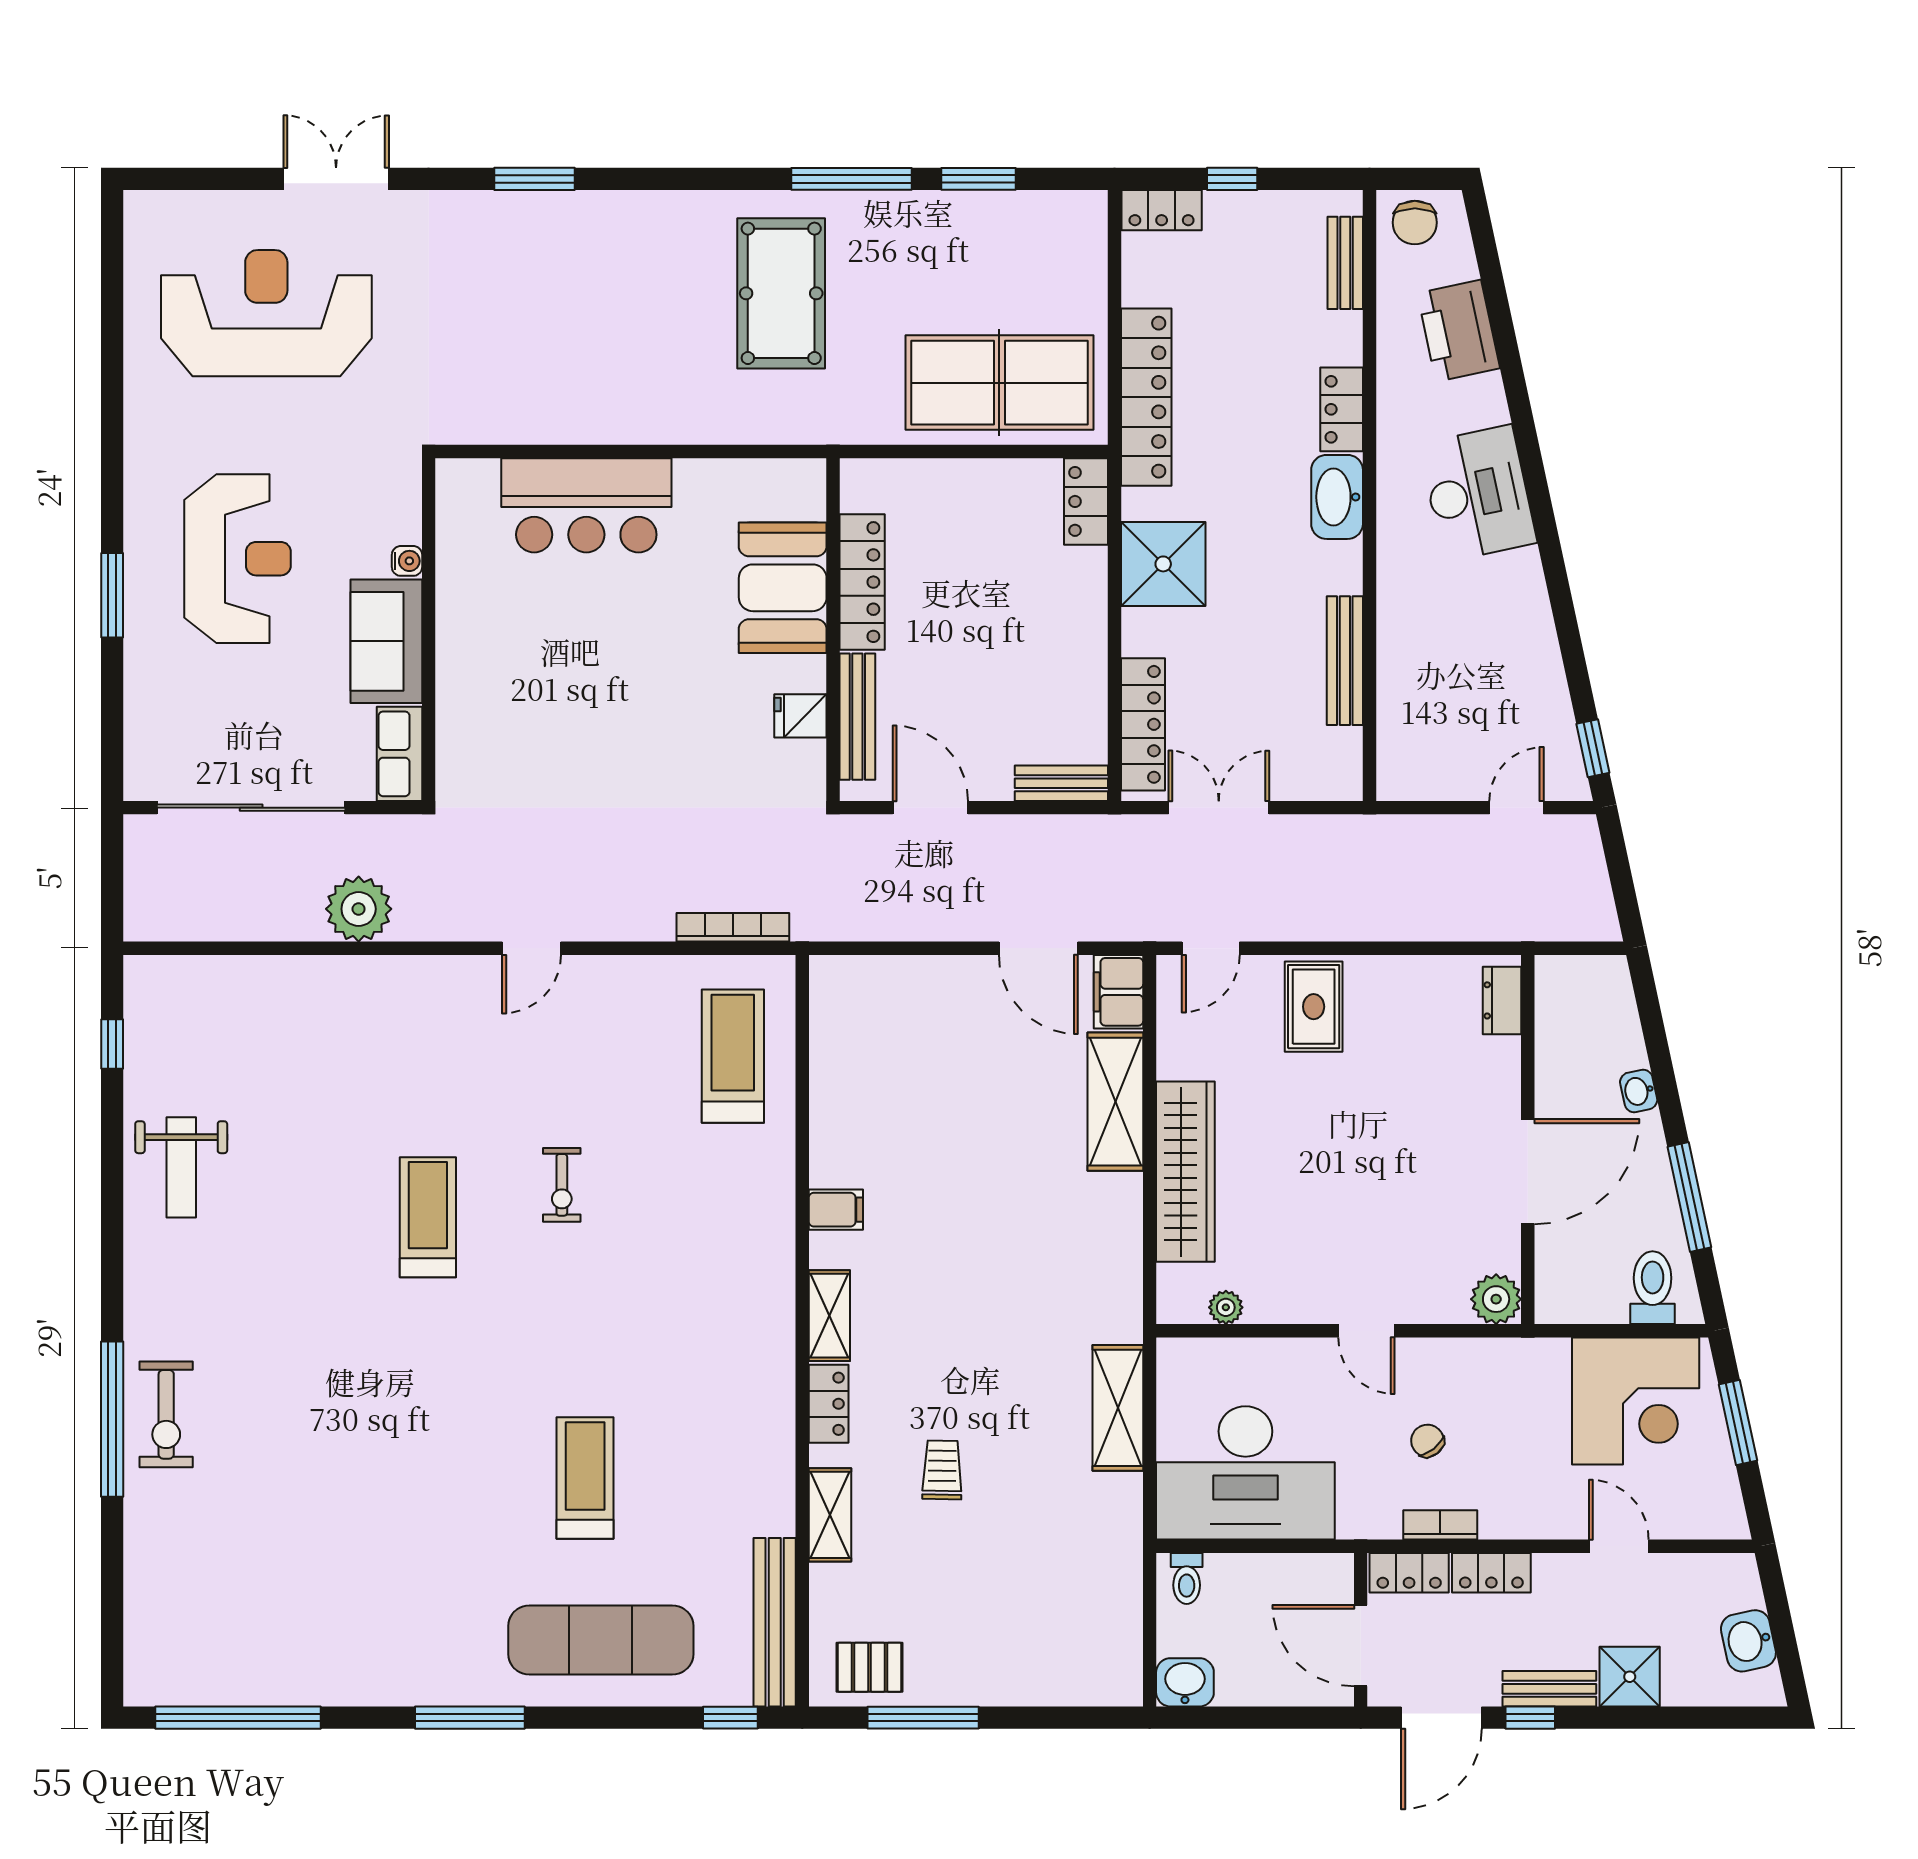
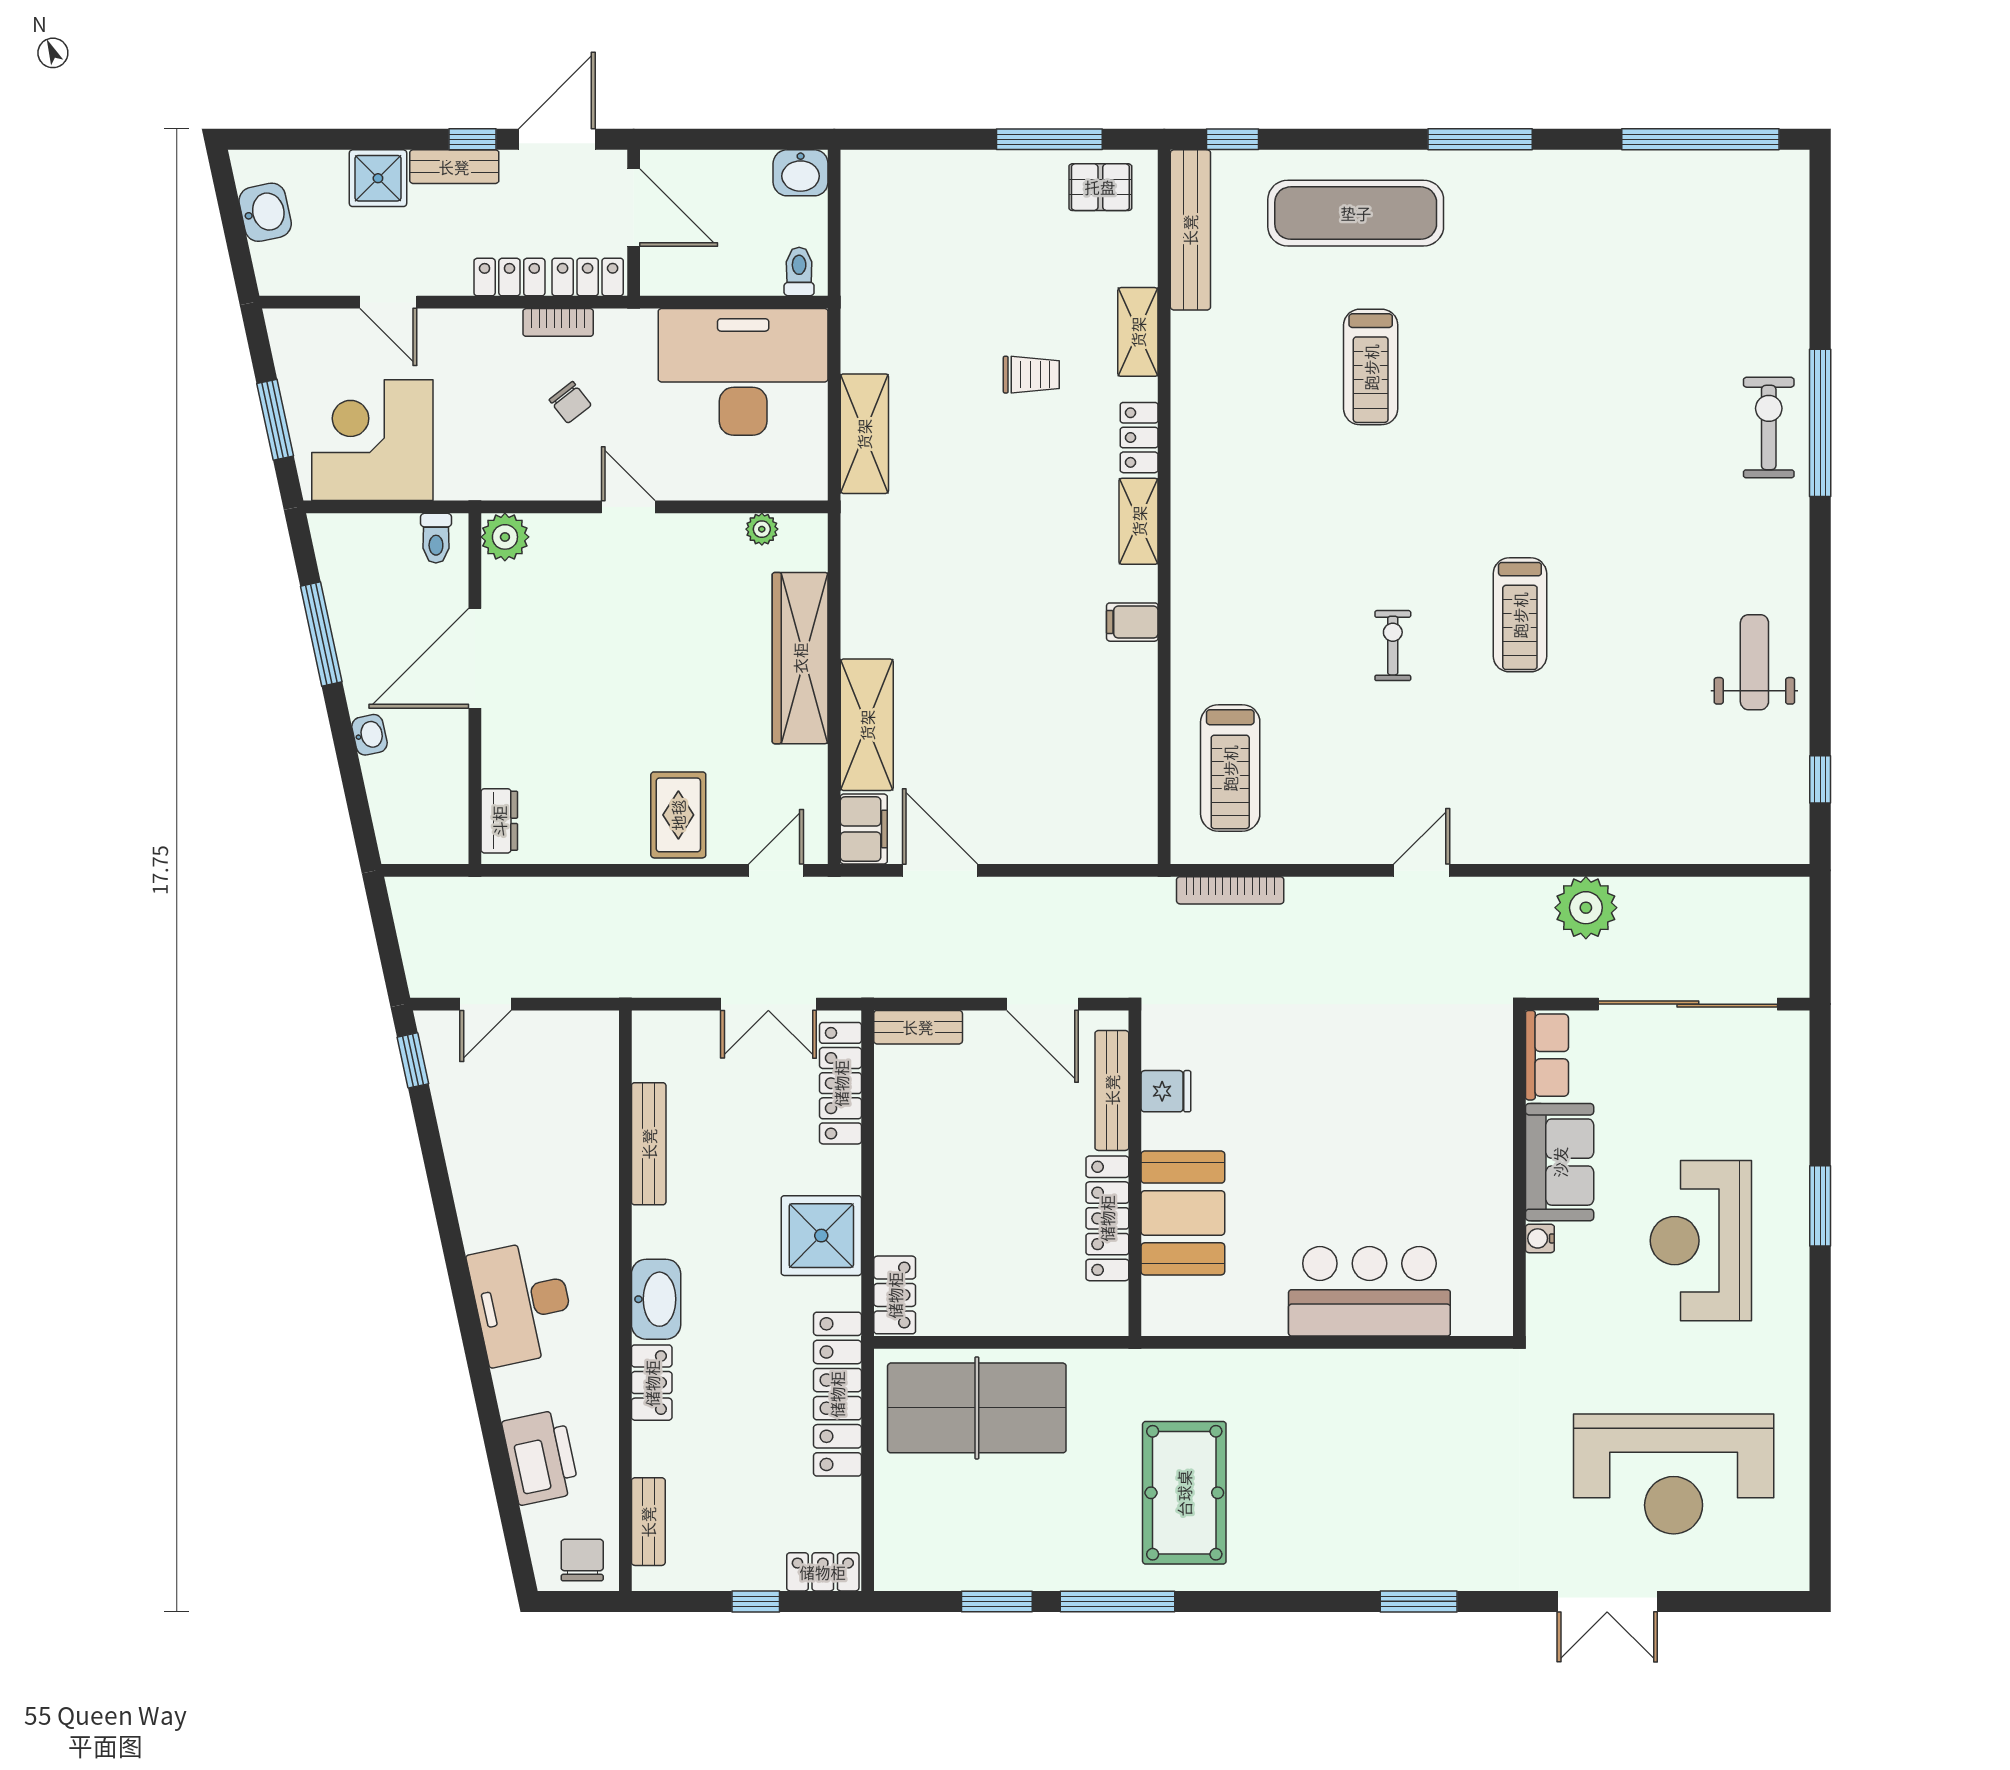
toilet: (1653, 1288) -> (436, 538), moved, width x0.73, depth x0.72
trolley: (942, 1470) -> (1031, 375), turned -91

